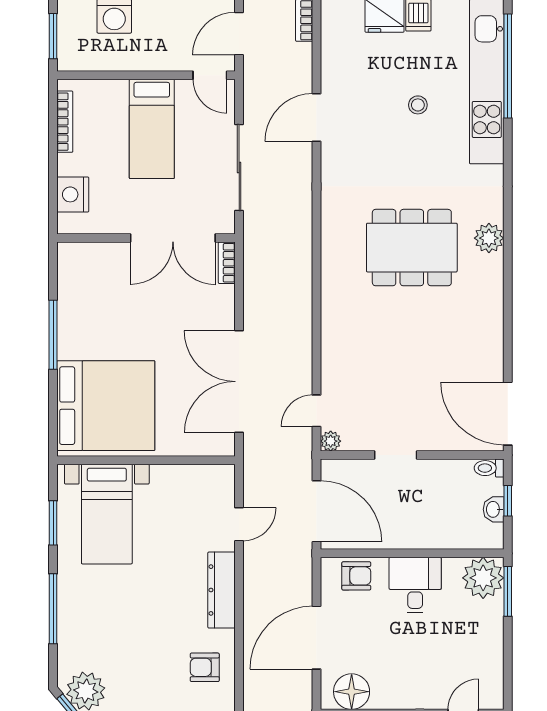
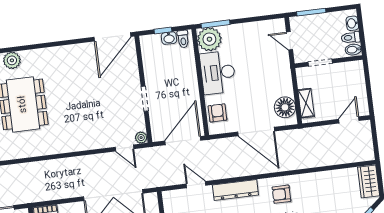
toilet: (489, 468) -> (183, 39), moved
desk: (415, 585) -> (218, 73), width x1.37
armchair: (205, 667) -> (281, 194), turned 90

